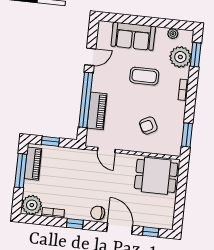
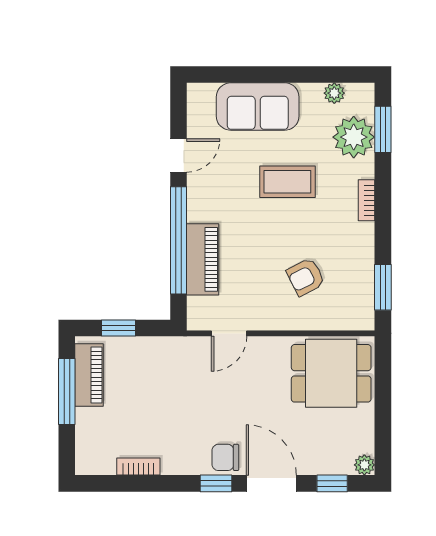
door: (106, 150) -> (229, 333), hinge flipped
plant: (32, 205) -> (364, 465), moved, width x0.53, depth x0.53
window: (75, 224) -> (216, 483), moved

